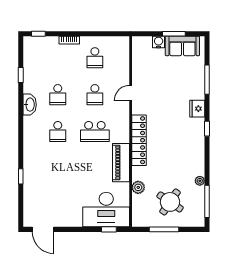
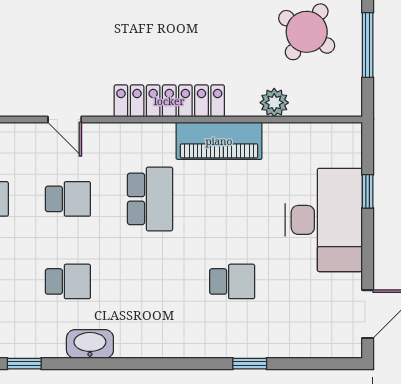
school desk: (58, 132) -> (232, 281), moved
desk: (106, 210) -> (324, 220), moved
window: (109, 229) -> (368, 191), moved

